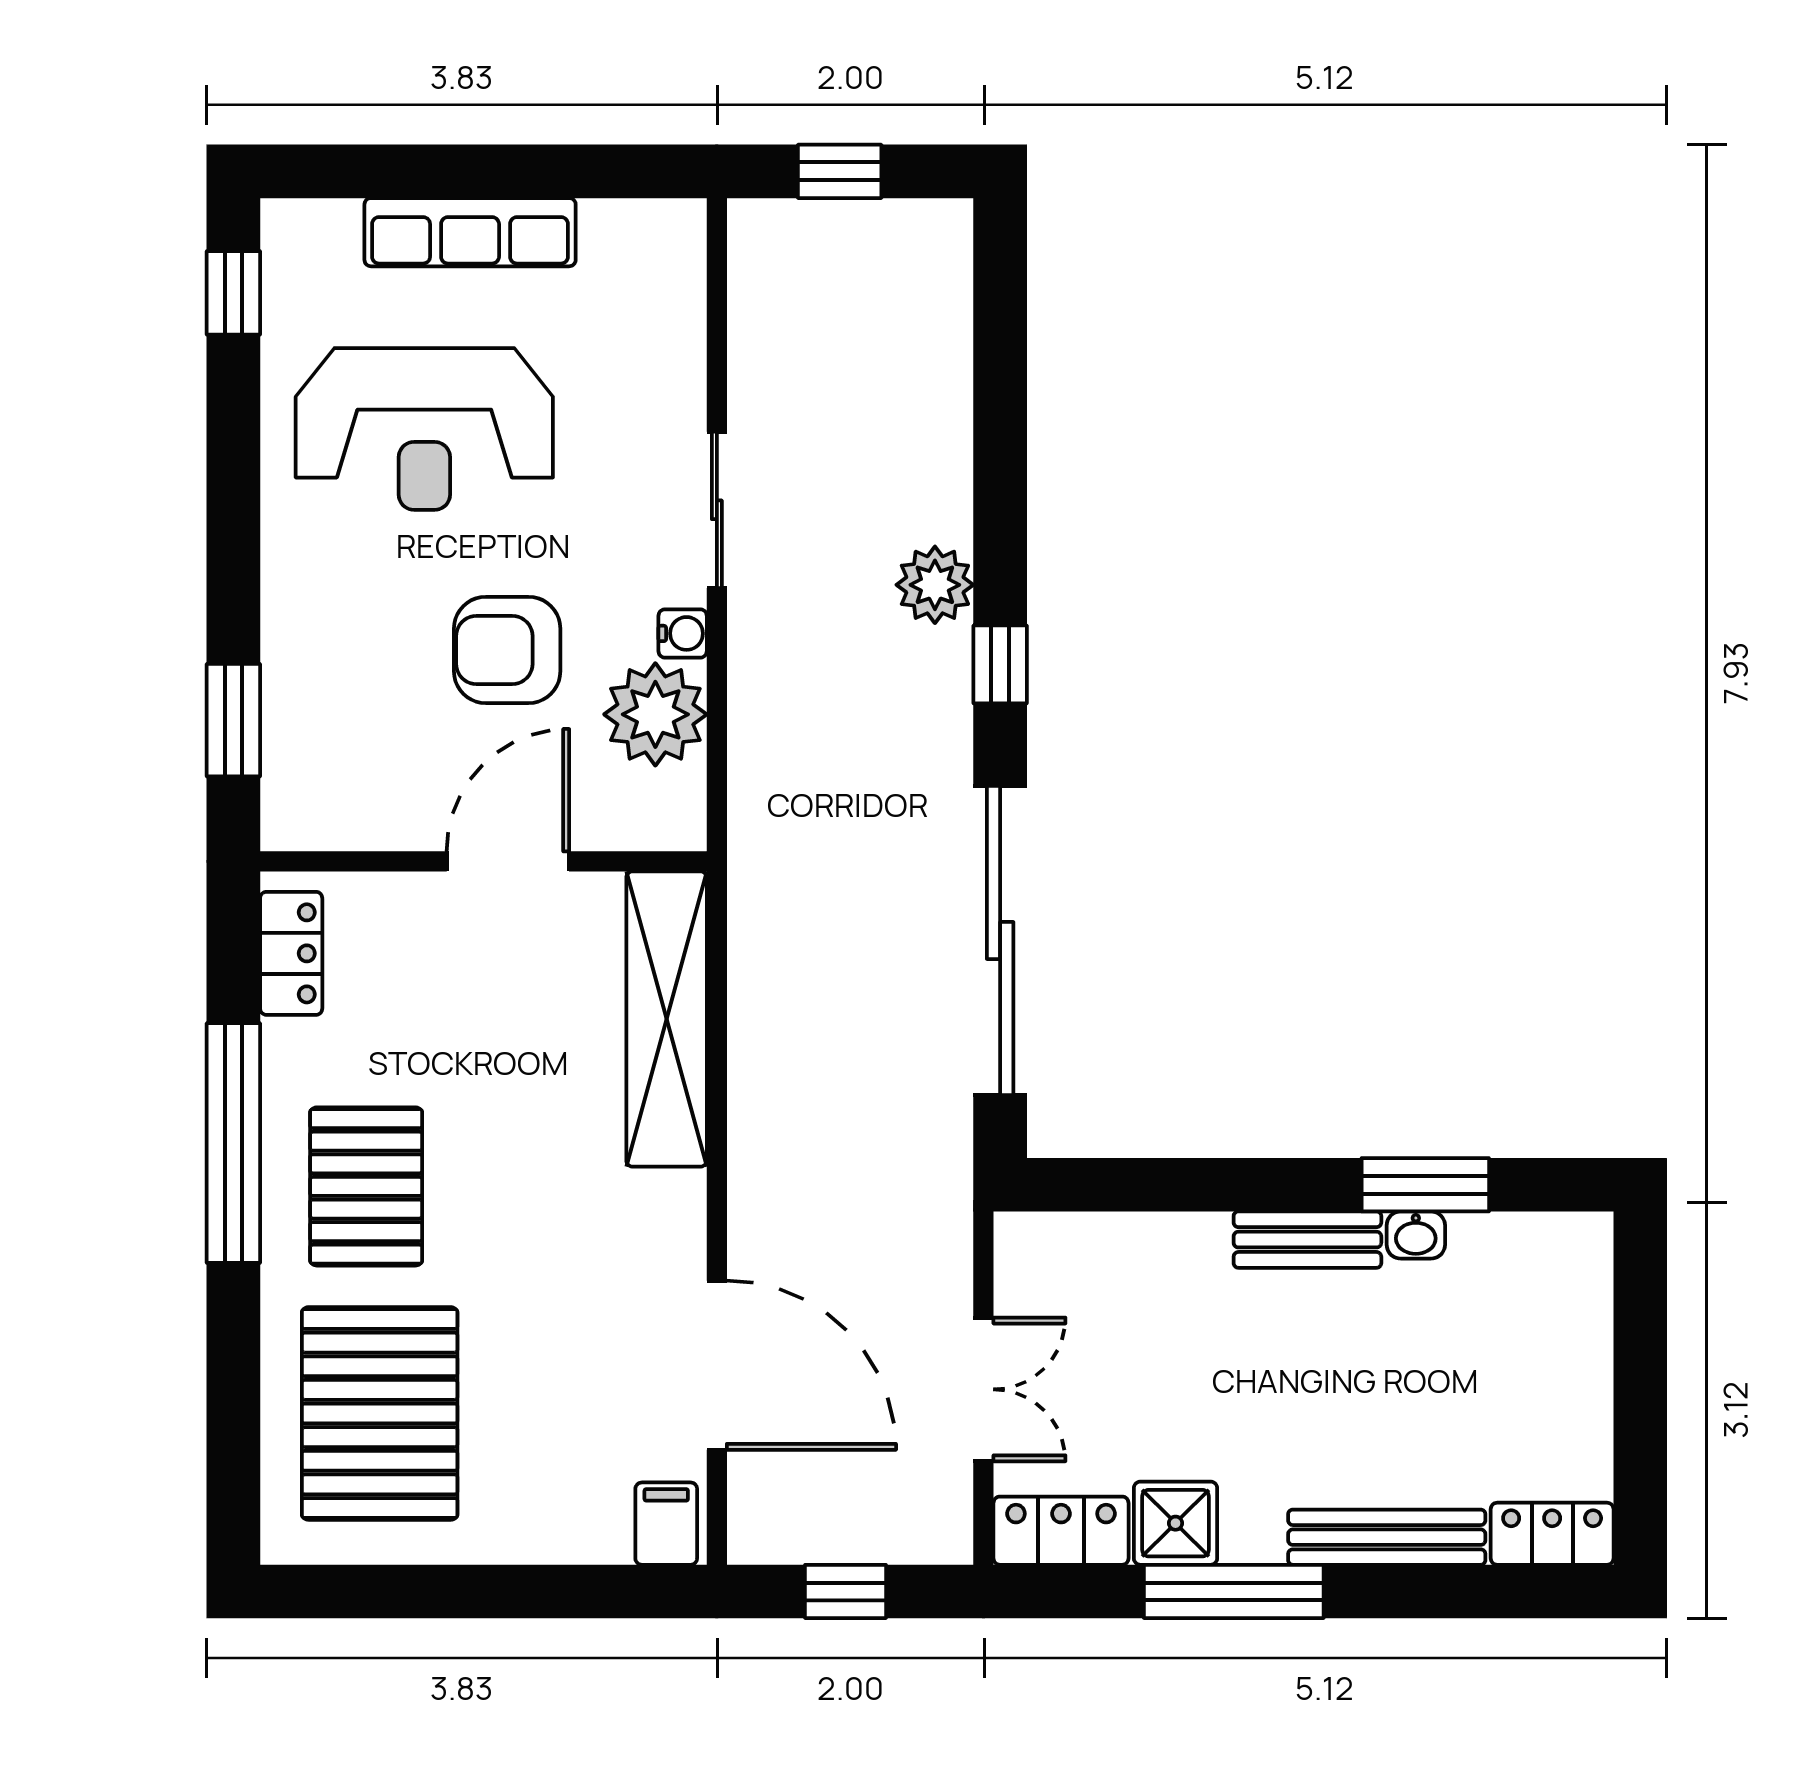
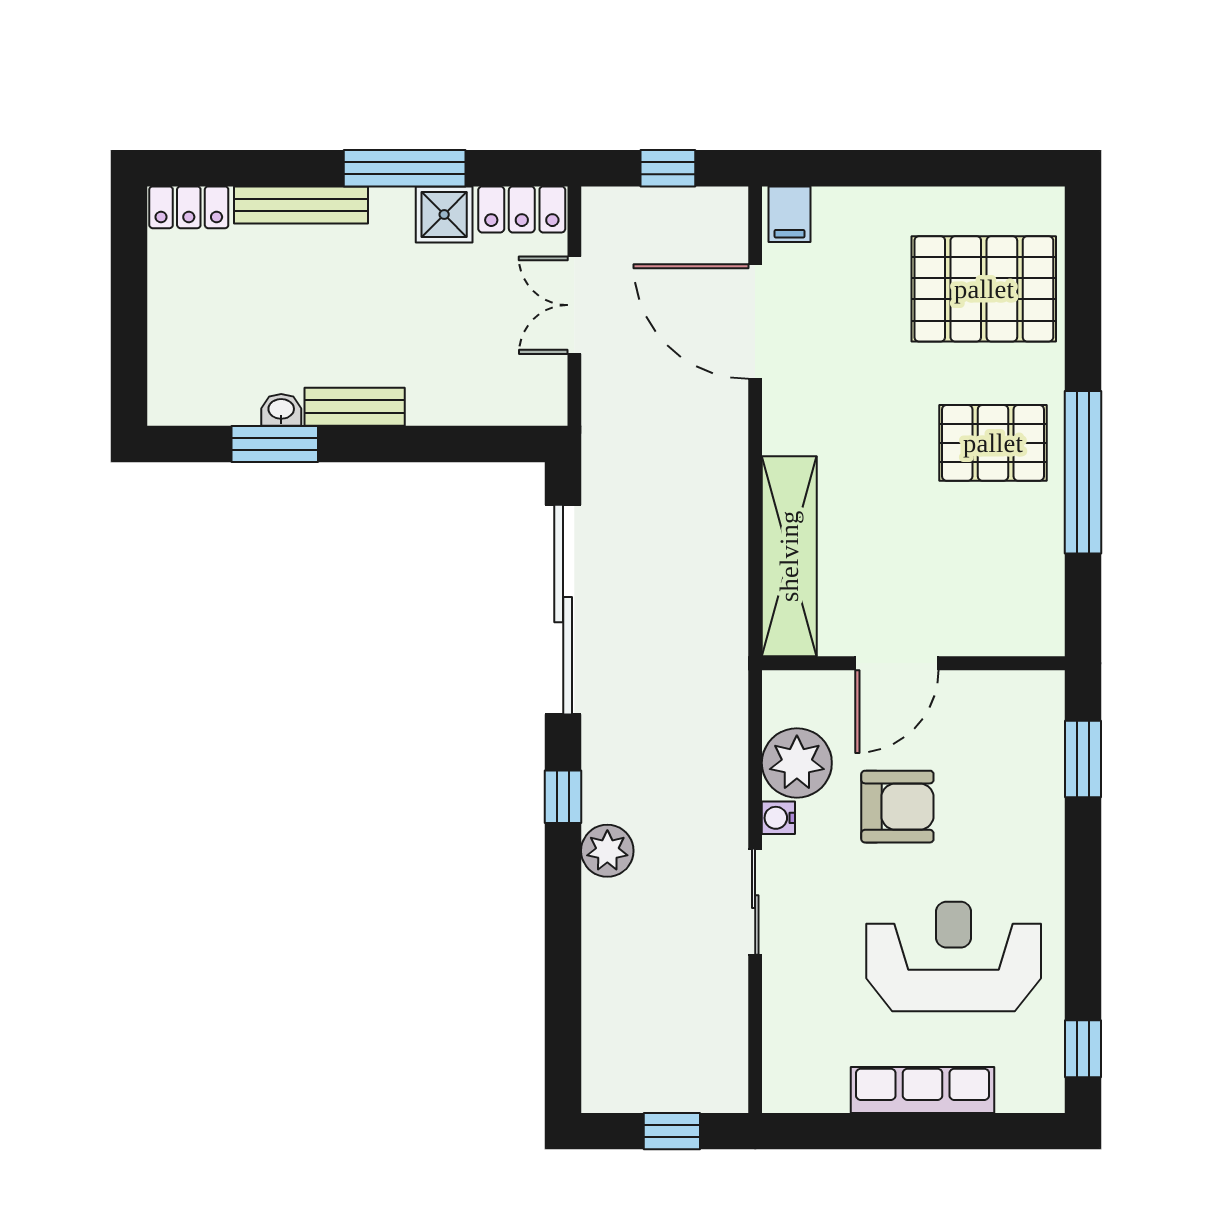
locker: (291, 953) -> (1044, 601), removed
pallet: (366, 1186) -> (993, 443), turned 90
pallet: (380, 1413) -> (984, 289), turned 90

